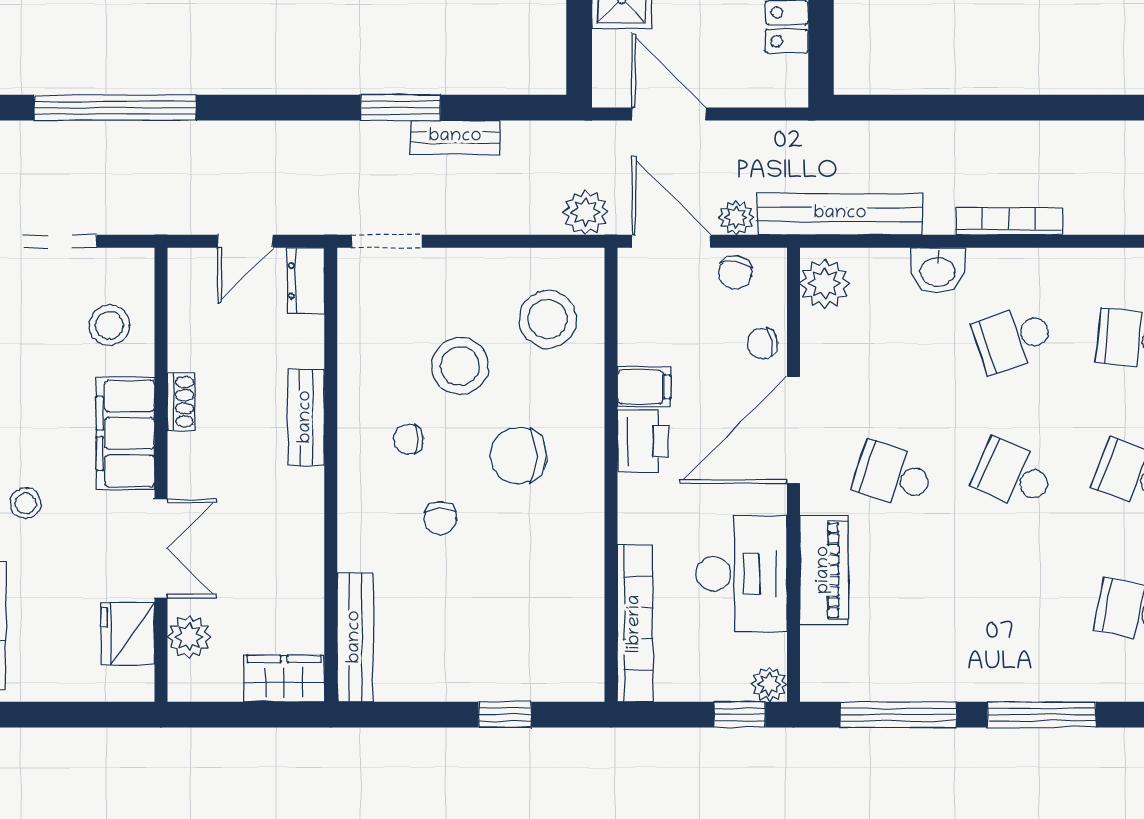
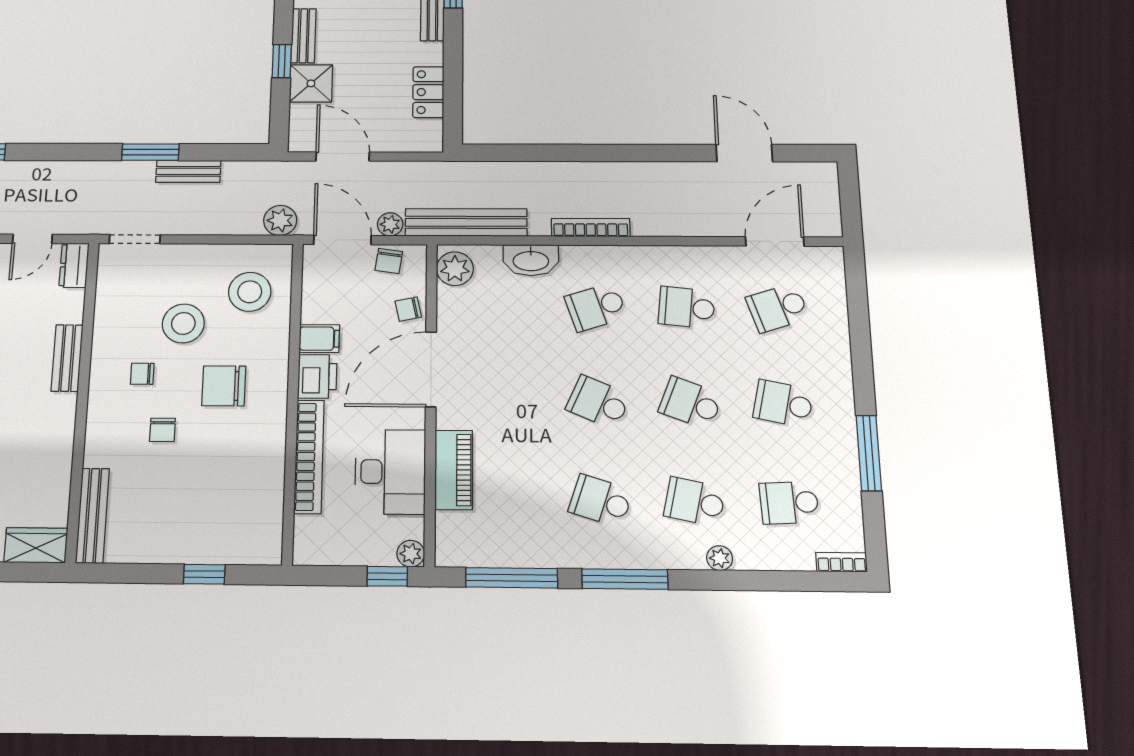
washbasin: (938, 271) -> (531, 260), width x1.38
school desk: (893, 475) -> (601, 501), moved
bookcase: (635, 624) -> (309, 456), moved

